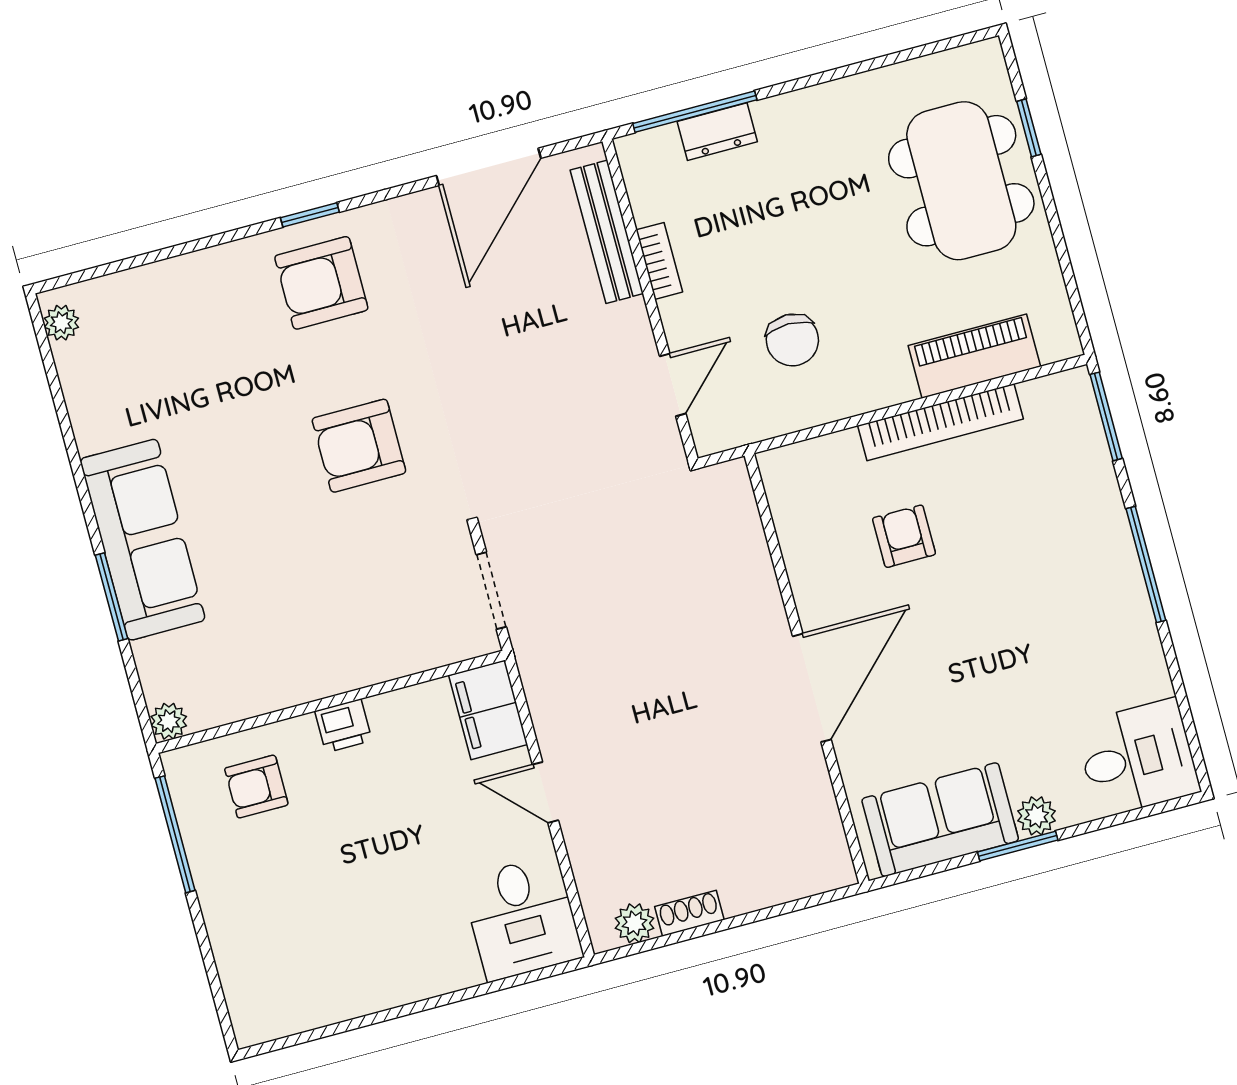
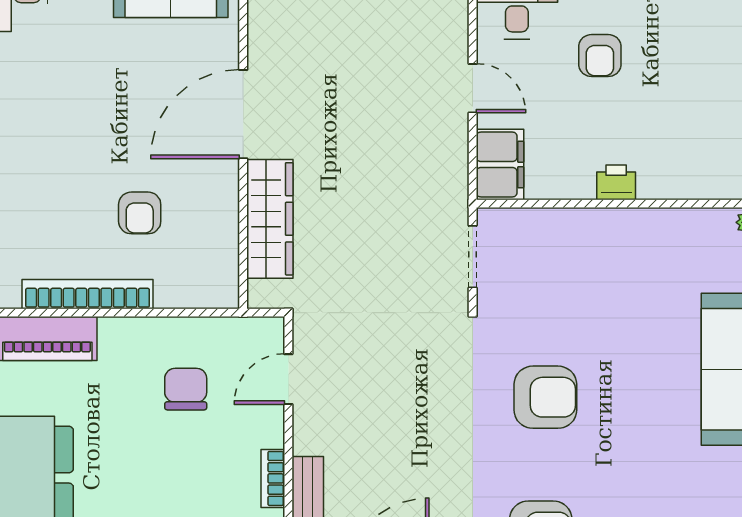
wardrobe: (746, 571) -> (270, 219), added
armchair: (256, 787) -> (600, 56), moved, turned 90

